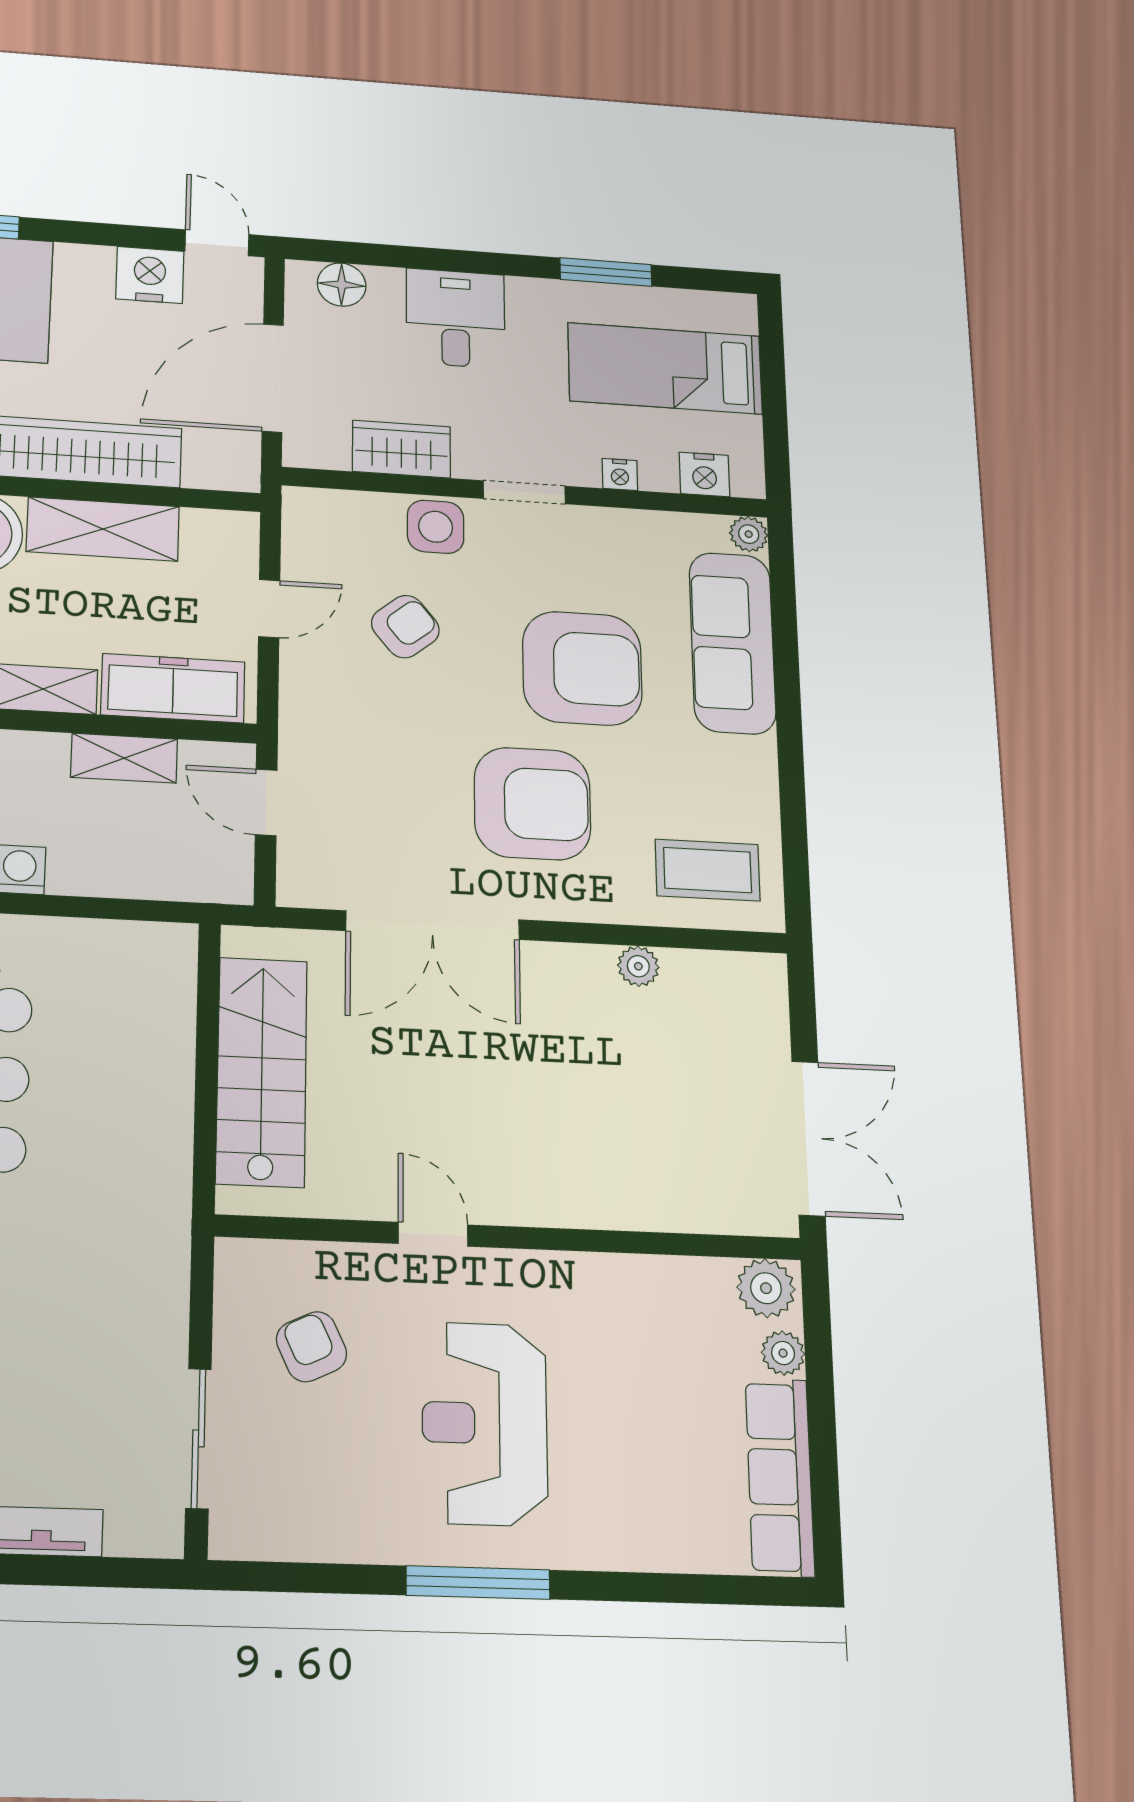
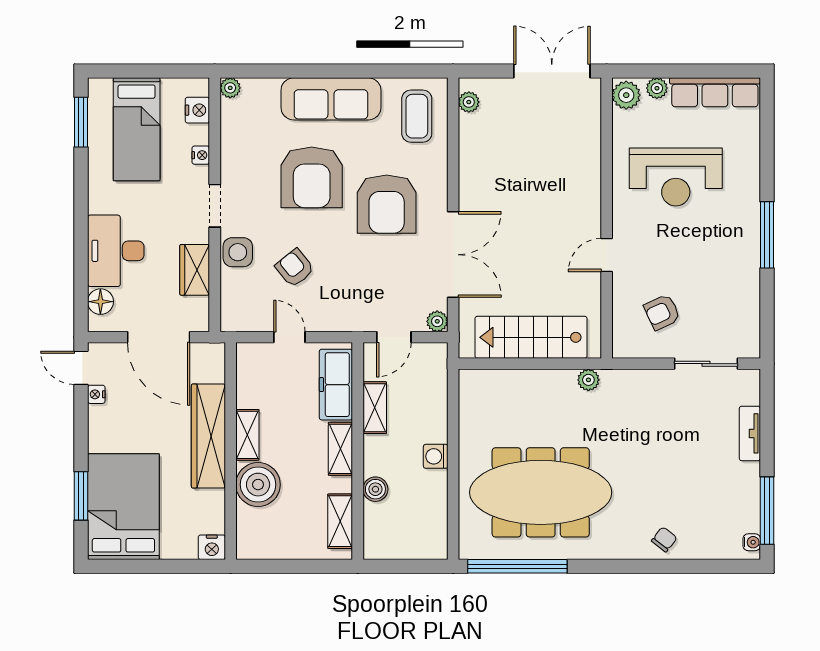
door: (217, 243) -> (81, 368), hinge flipped
window: (606, 272) -> (81, 122), moved
nightstand: (150, 275) -> (96, 394), width x0.53, depth x0.56
desk: (456, 318) -> (116, 251), width x1.37
shelving: (103, 529) -> (247, 435), width x0.67, depth x0.75
sofa: (732, 643) -> (331, 99), moved
armchair: (582, 668) -> (312, 177), turned 180
armchair: (532, 804) -> (387, 204), turned 180
plant: (297, 887) -> (437, 321), added
plant: (638, 966) -> (469, 102), moved
plant: (170, 1185) -> (588, 380), added
reception desk: (485, 1424) -> (676, 177), moved

